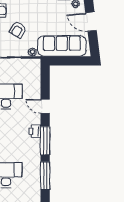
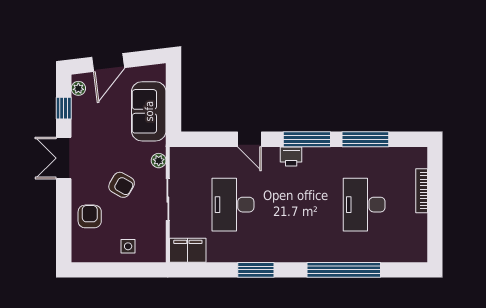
sofa: (62, 46) -> (149, 111), width x0.73
door: (45, 106) -> (249, 139), hinge flipped

